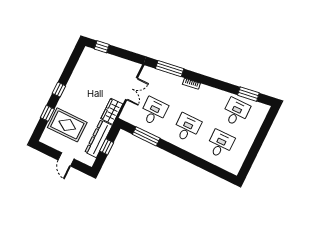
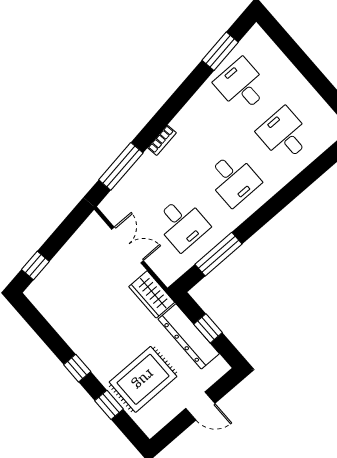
desk: (154, 111) -> (182, 224), turned 180
desk: (187, 128) -> (233, 179), turned 180

